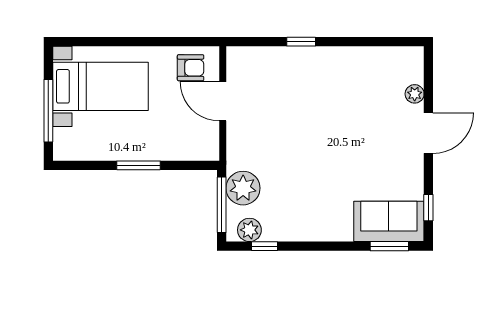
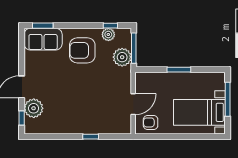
plant: (415, 94) -> (34, 108), width x1.88, depth x1.88
door: (223, 101) -> (133, 104), hinge flipped
armchair: (316, 201) -> (82, 50), added
window: (428, 208) -> (22, 118), moved
plant: (249, 230) -> (108, 34), moved

